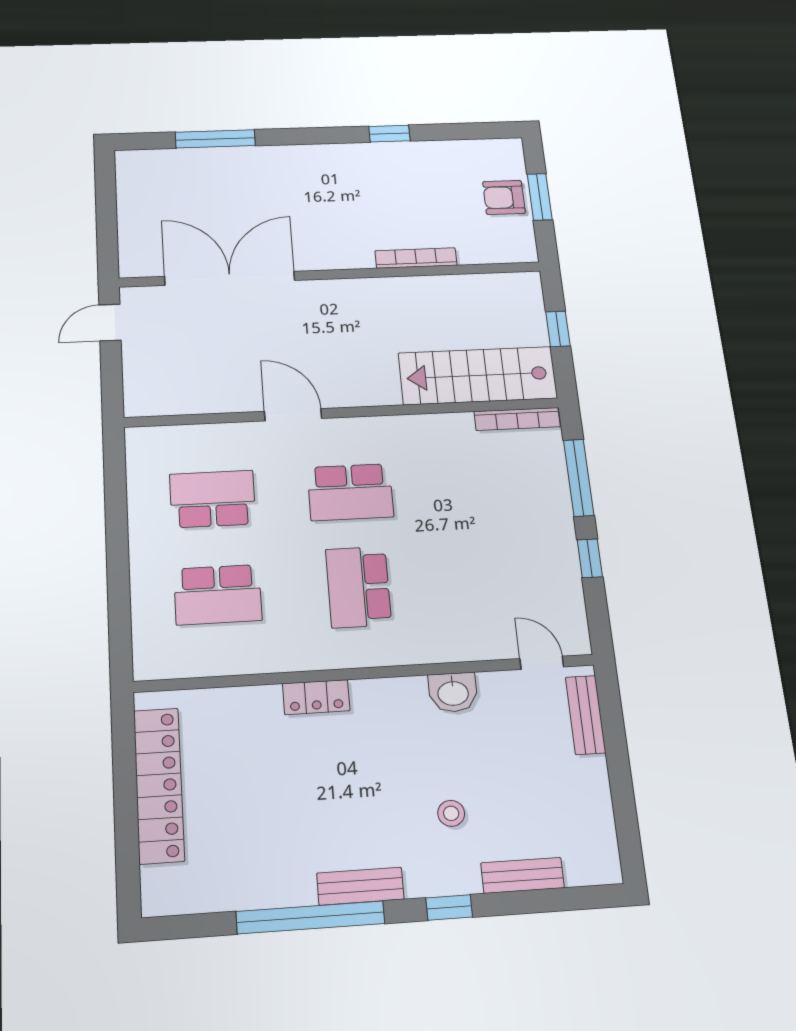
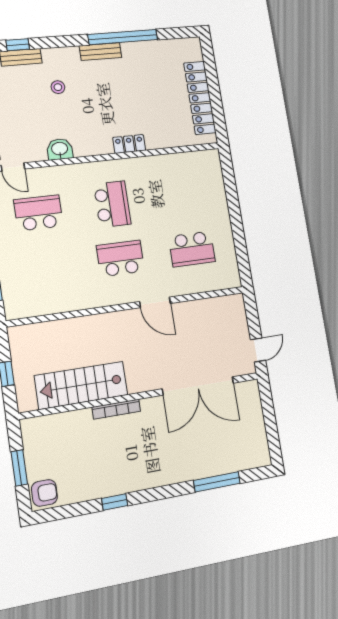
armchair: (504, 197) -> (44, 493), moved
bookcase: (416, 258) -> (116, 409), moved
stairs: (478, 376) -> (81, 385), moved, turned 180
bookcase: (517, 419) -> (30, 311), removed
school desk: (218, 595) -> (38, 213), moved
window: (449, 908) -> (18, 45), moved

